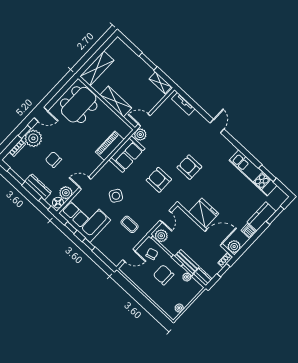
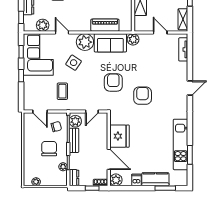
door: (144, 120) -> (160, 32), moved
plant: (108, 173) -> (85, 42), added
floor lamp: (58, 203) -> (30, 26), removed
bench: (187, 261) -> (74, 140), moved

